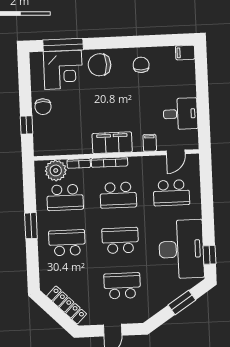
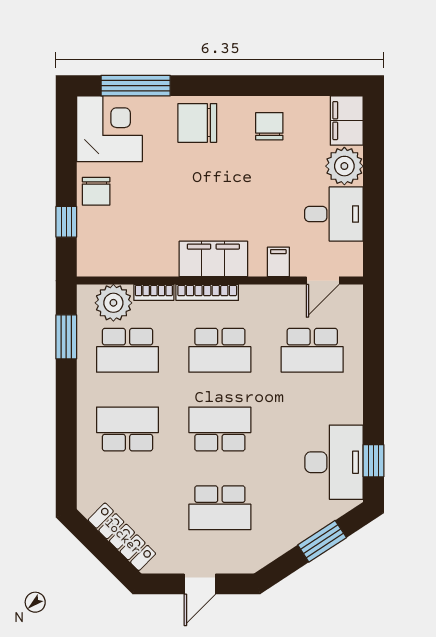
filing cabinet: (185, 53) -> (347, 121), width x2.00
corner desk: (63, 70) -> (109, 129), moved, turned -90
plant: (185, 86) -> (344, 166), added
window: (31, 226) -> (66, 337), moved
desk: (181, 249) -> (334, 462), width x0.73, depth x0.77
school desk: (122, 286) -> (220, 508), turned 180

